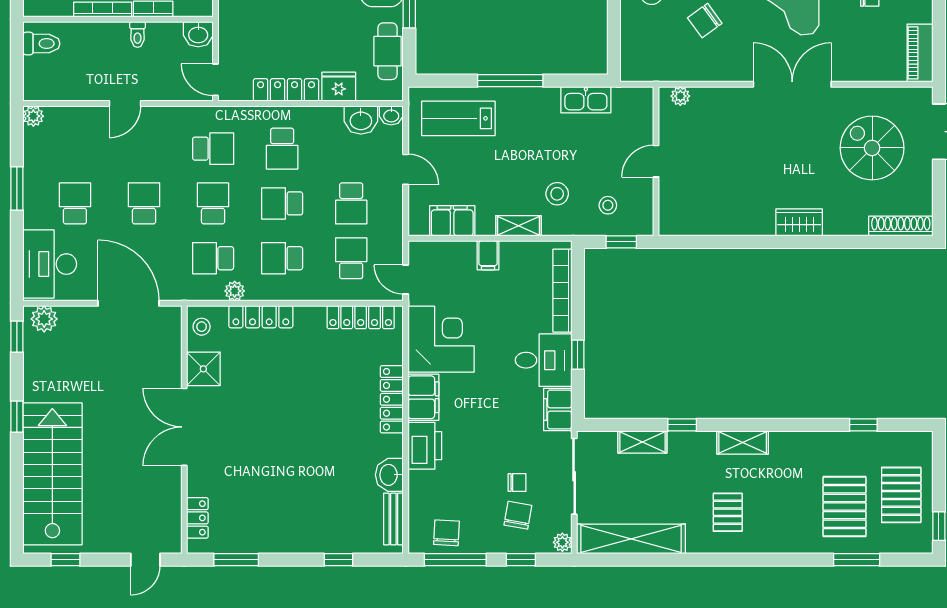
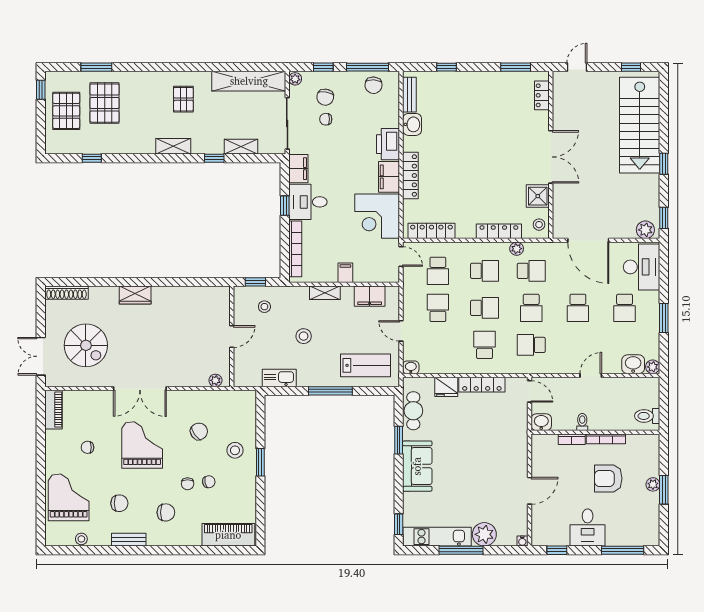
washbasin: (361, 120) -> (633, 364), moved
stool: (557, 194) -> (304, 336), moved

